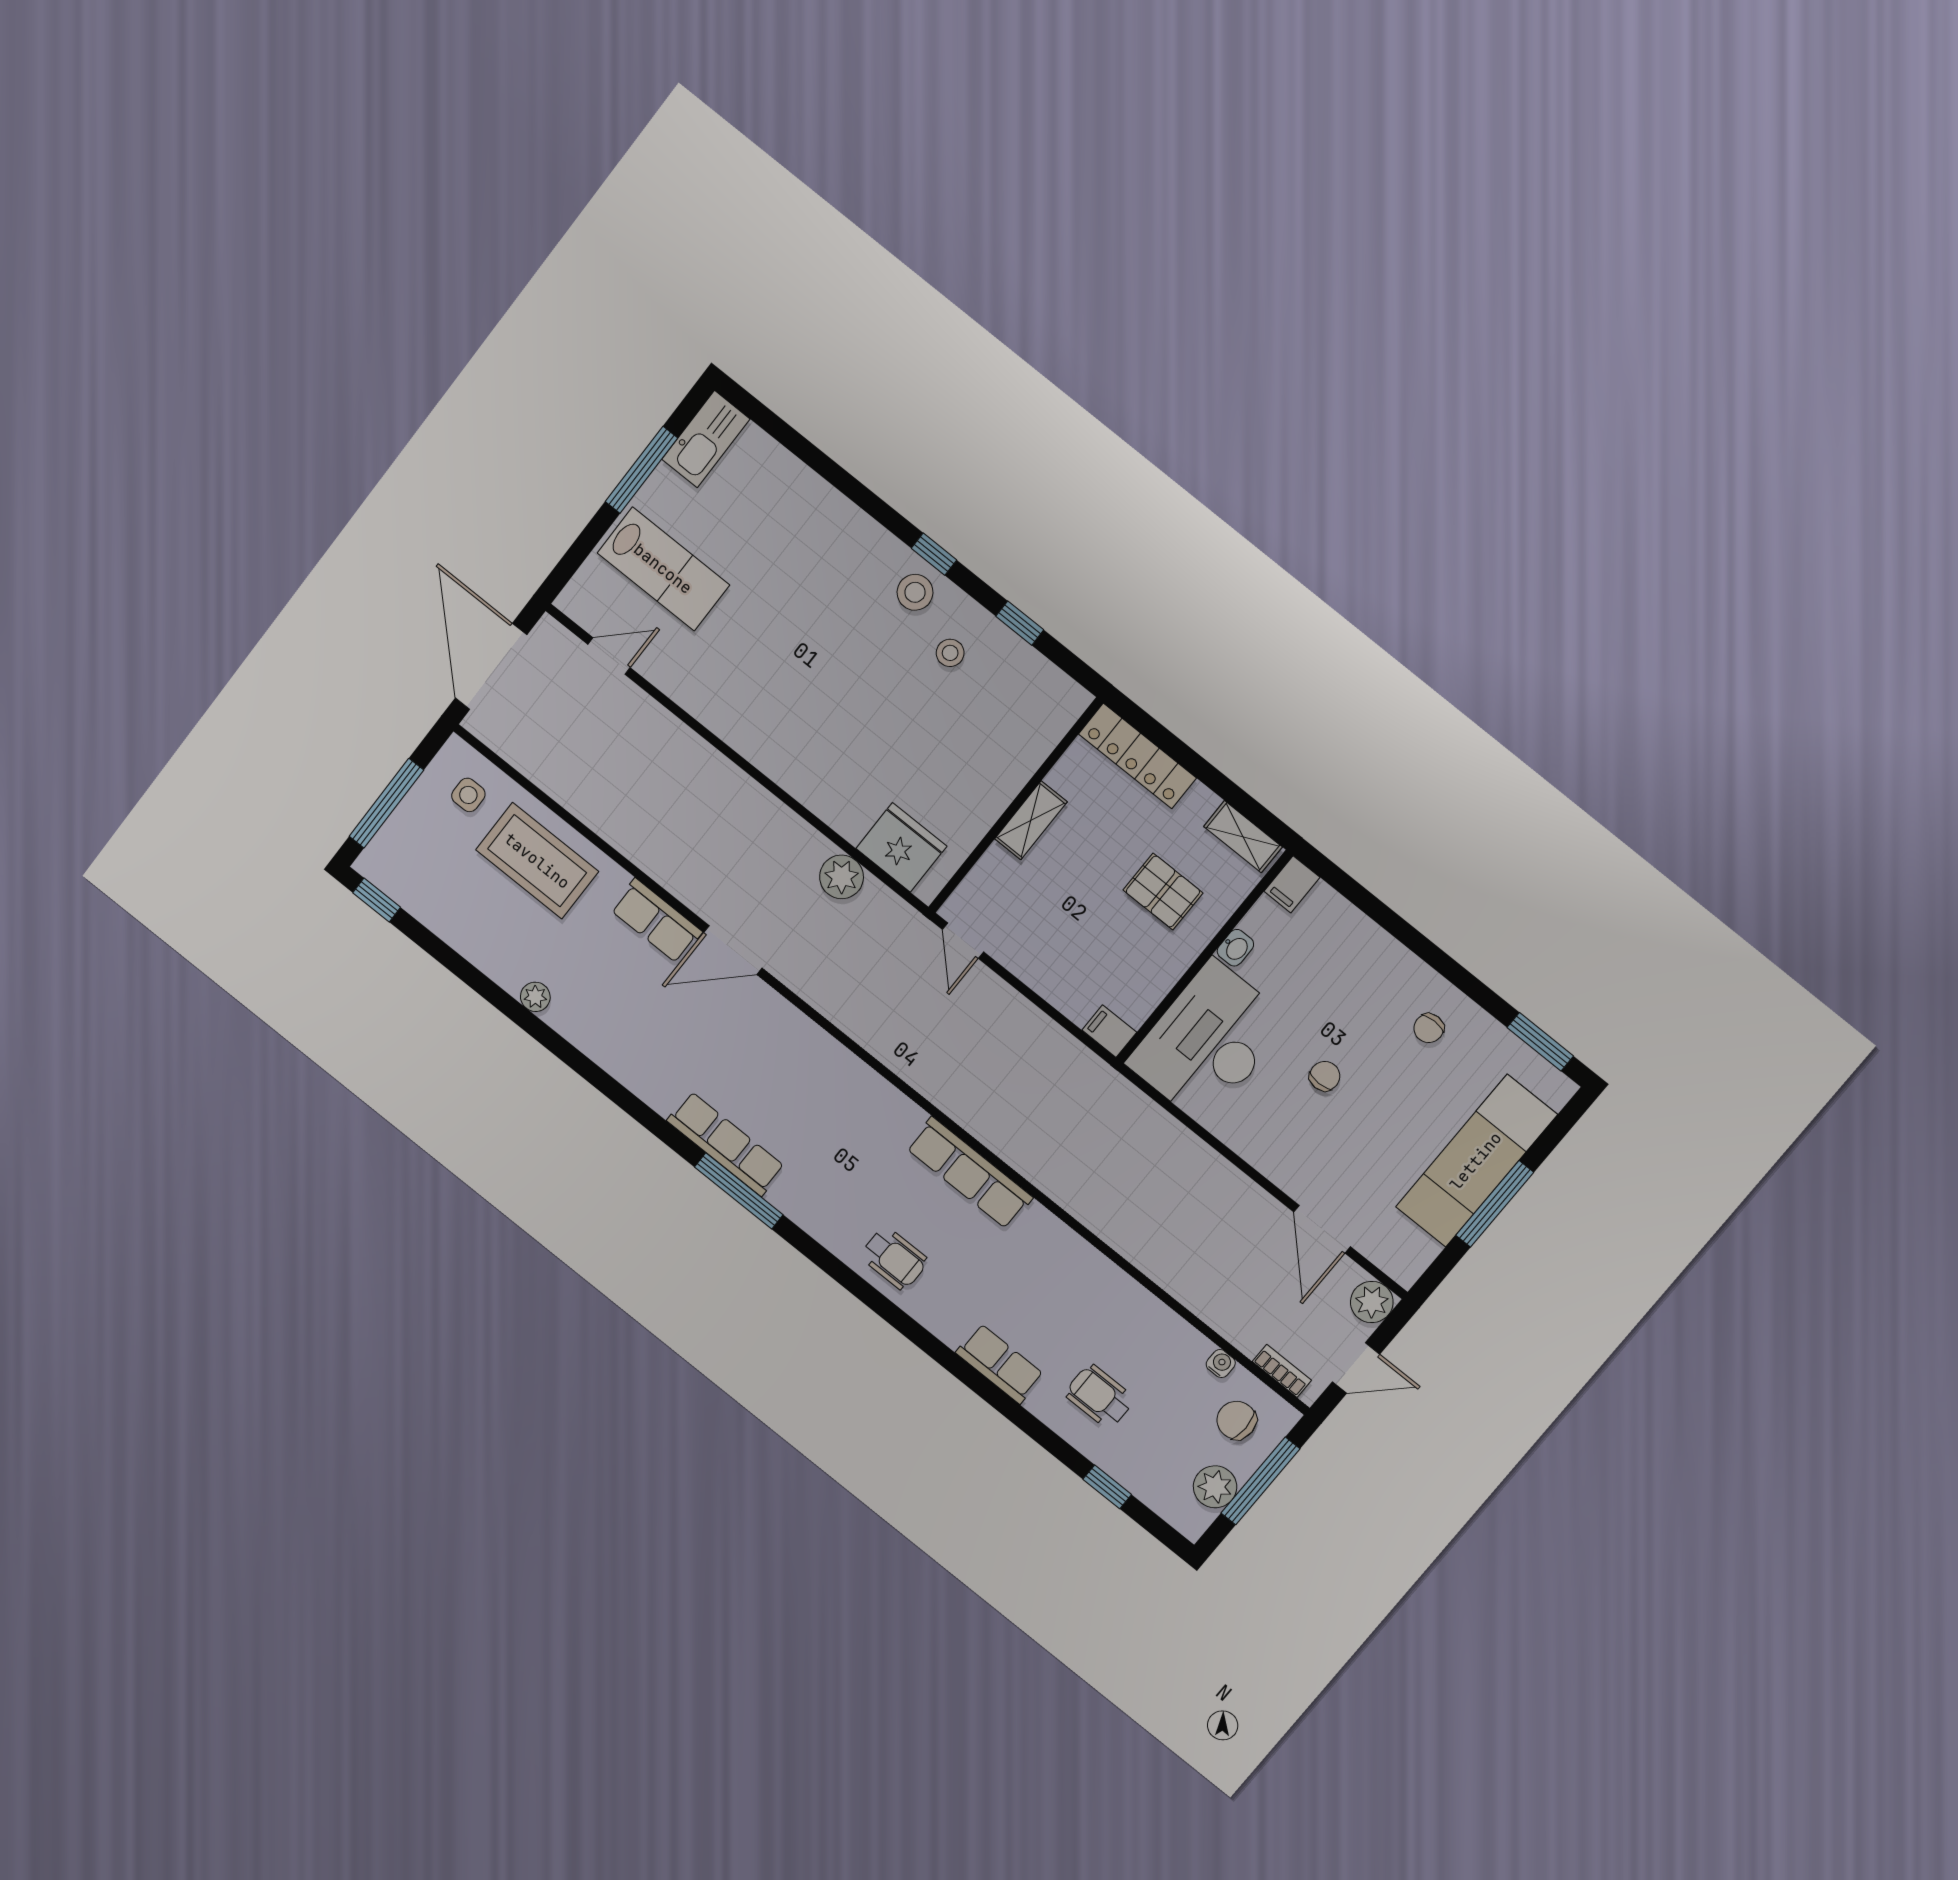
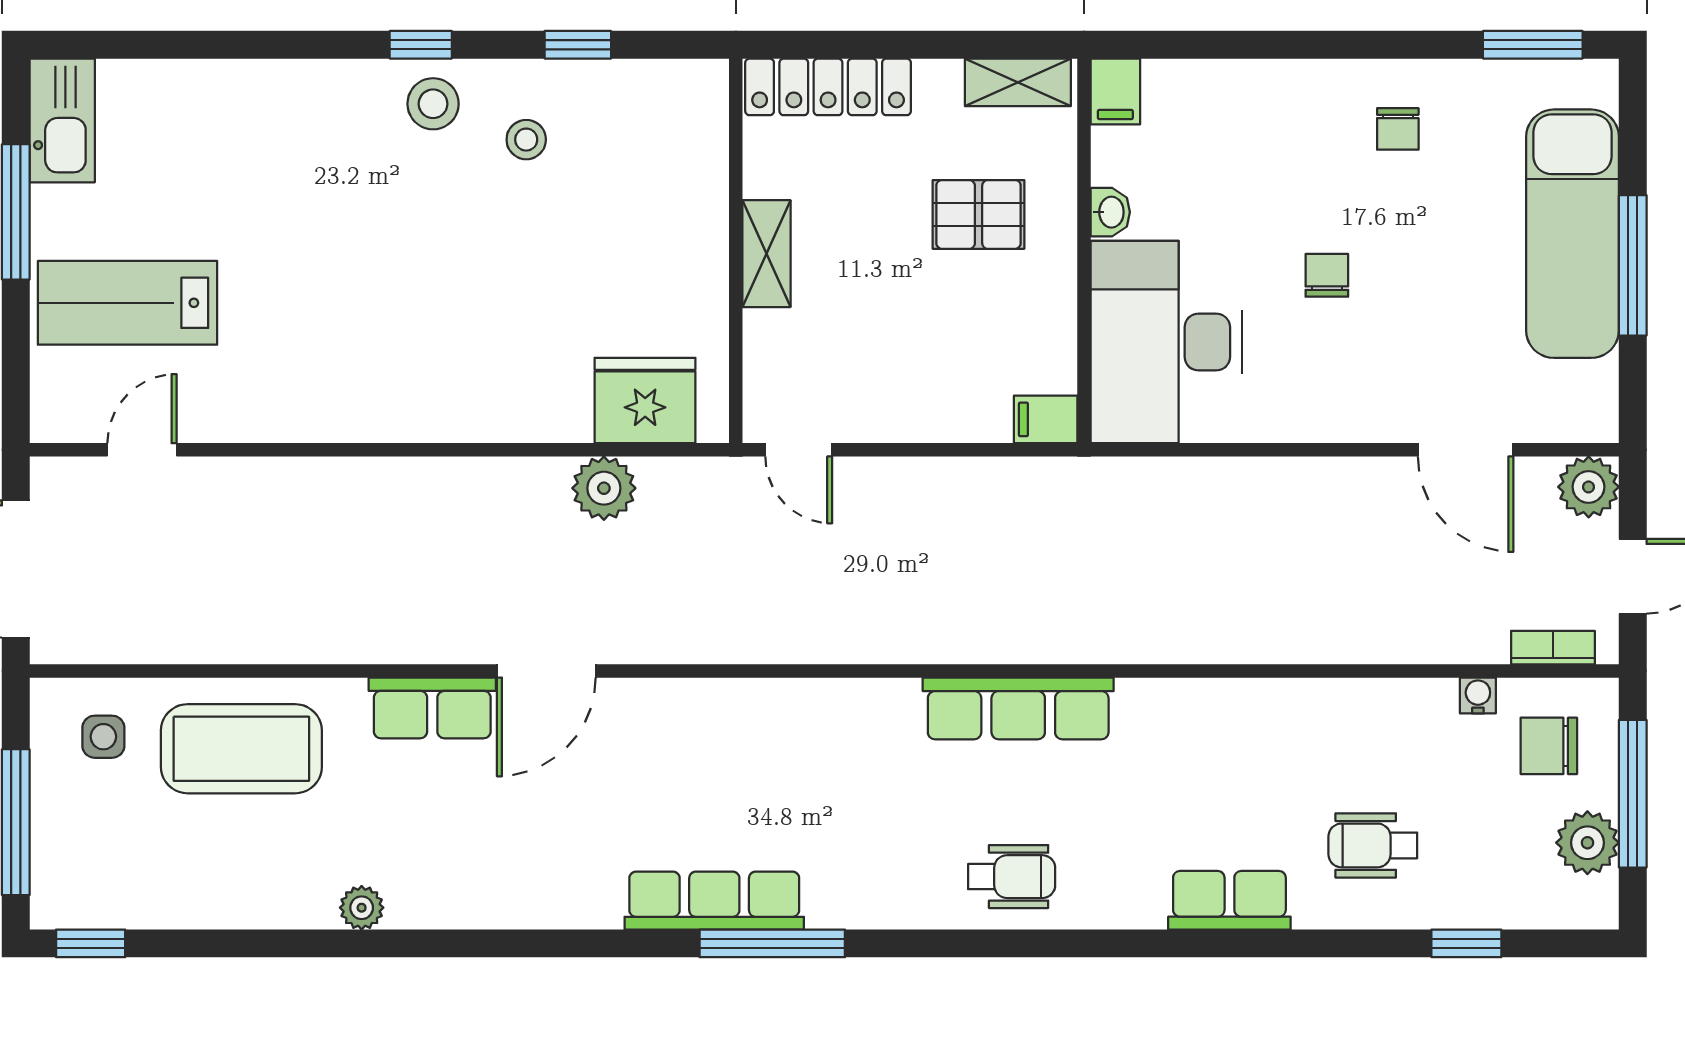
lab bench: (663, 569) -> (128, 303), turned 180

